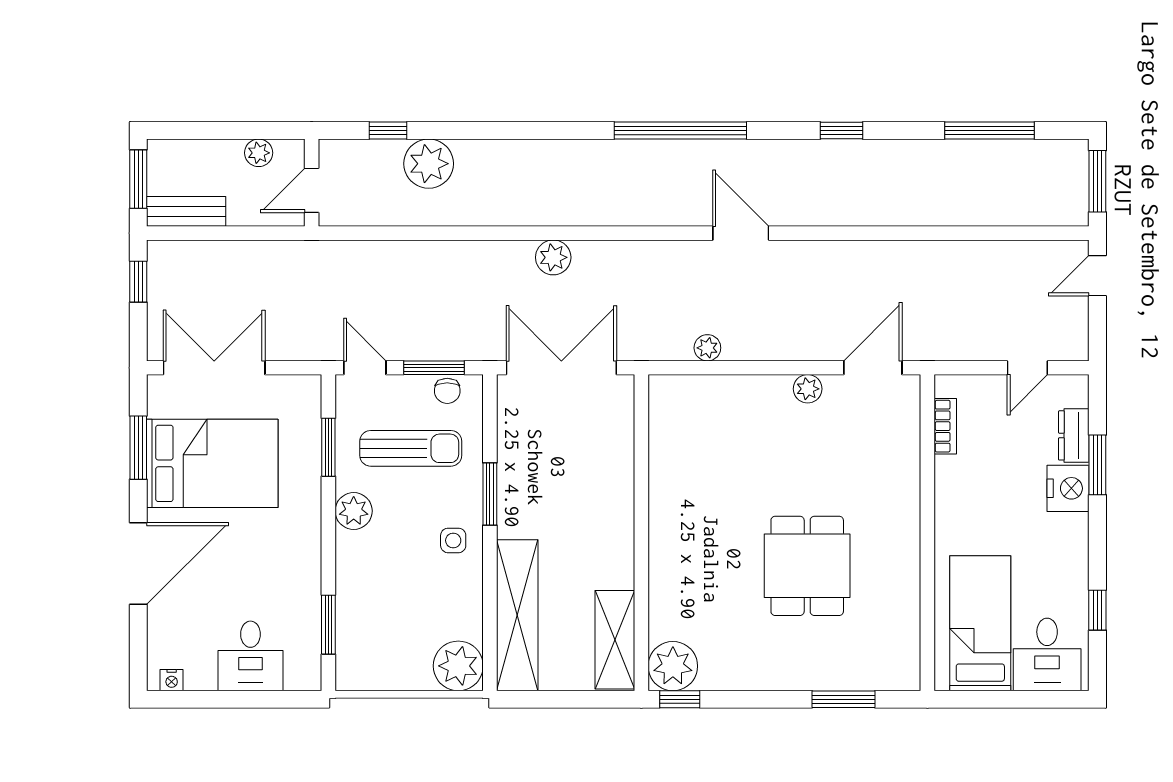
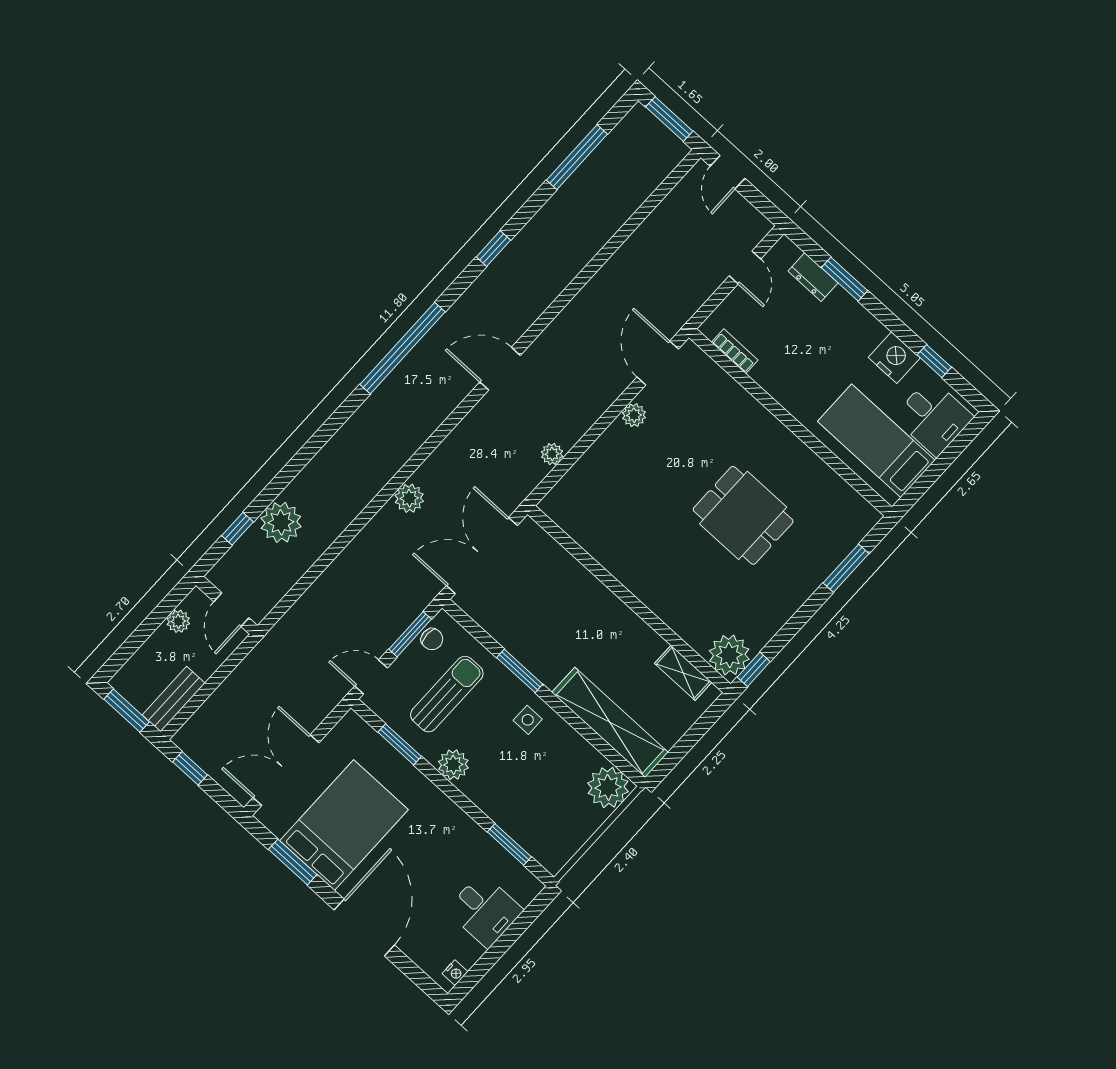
nightstand: (1068, 488) -> (894, 358), moved
shelving: (615, 640) -> (683, 673), width x0.67, depth x0.75

